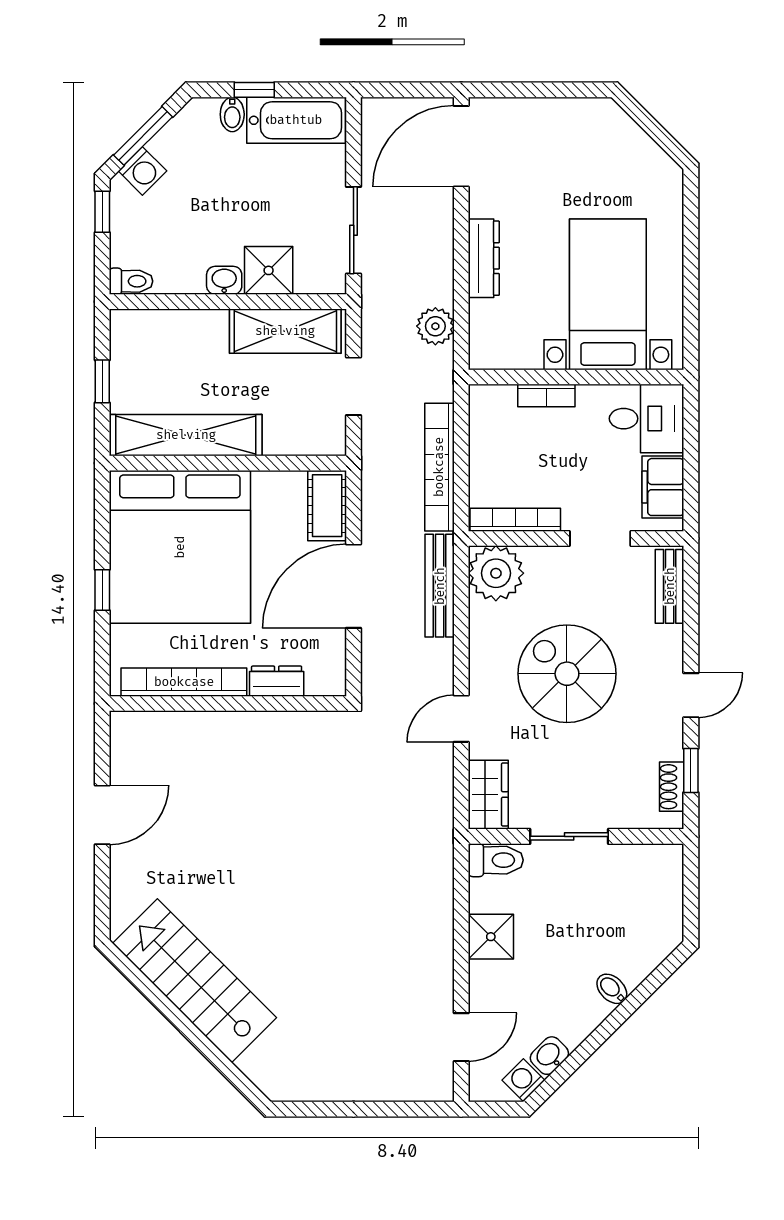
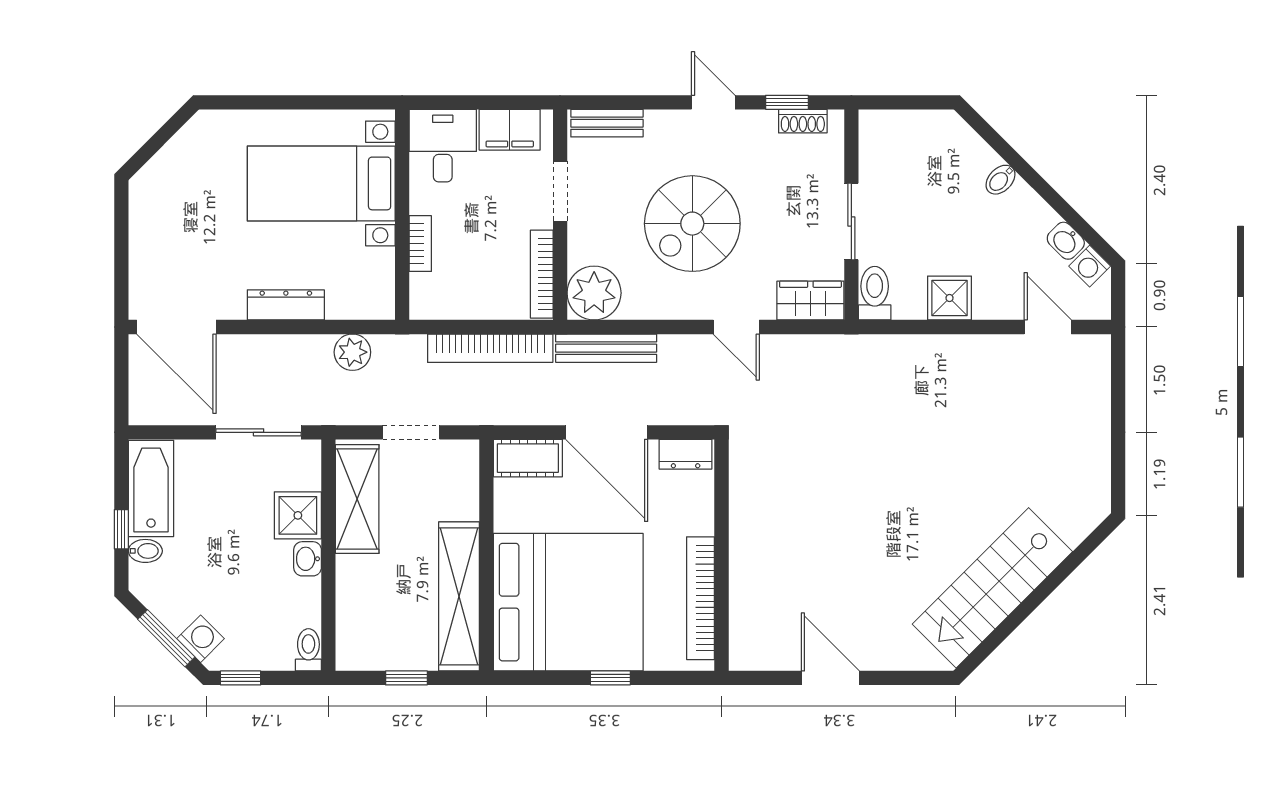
dresser: (277, 681) -> (686, 454), moved, turned -90

